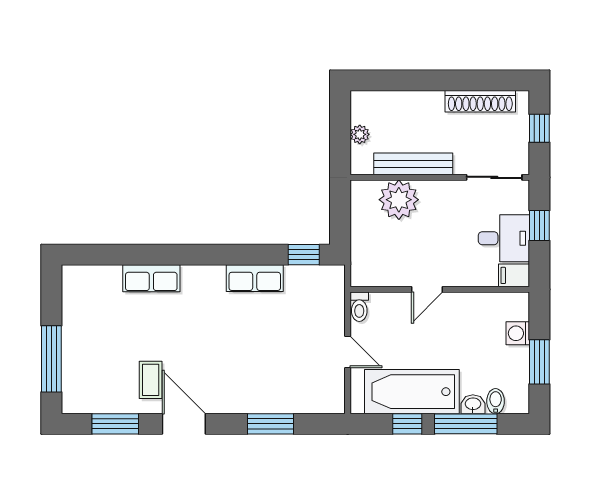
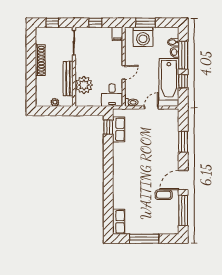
shoe rack: (480, 101) -> (40, 60), moved
desk: (504, 238) -> (112, 95), moved, turned 180
row of seats: (151, 278) -> (119, 222), moved
row of seats: (255, 278) -> (119, 129), moved
door: (427, 289) -> (124, 72), hinge flipped
washing machine: (518, 333) -> (143, 37), width x1.89, depth x1.89
window: (51, 359) -> (144, 239), moved
window: (539, 362) -> (145, 23), moved
window: (115, 424) -> (183, 210), width x1.44

